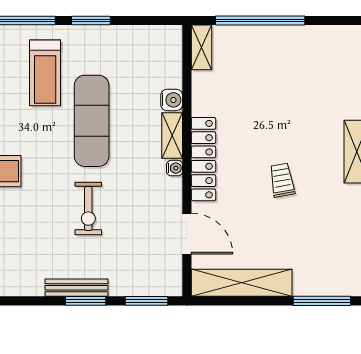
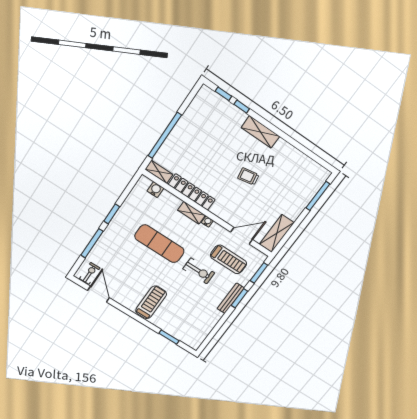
treadmill: (45, 73) -> (229, 259), moved
water cooler: (172, 100) -> (155, 190), moved
locker: (203, 159) -> (192, 192), moved
shelving: (242, 283) -> (277, 233), width x0.68

